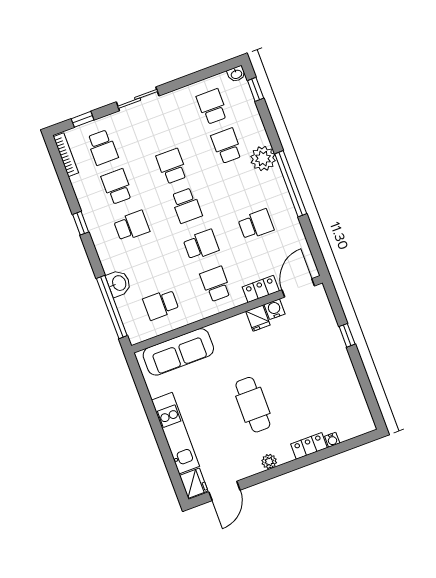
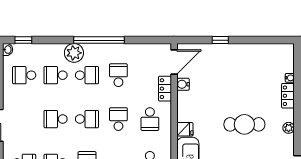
school desk: (241, 185) -> (87, 75), added
school desk: (216, 284) -> (150, 119), turned -90
door: (298, 288) -> (174, 62), swing flipped
fridge: (258, 318) -> (185, 129), moved

